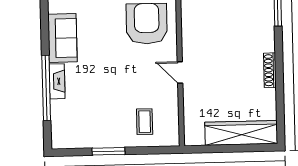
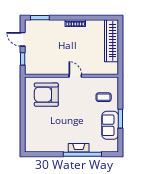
sofa: (62, 38) -> (110, 125), moved, turned -90
door: (180, 72) -> (75, 76), swing flipped

